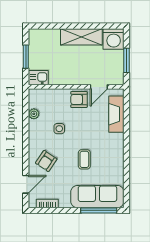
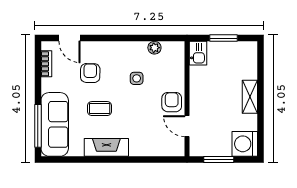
shelving: (81, 37) -> (250, 97), width x0.67, depth x0.75
fireplace: (116, 114) -> (106, 147), moved
armchair: (46, 161) -> (90, 73), moved, turned 57

